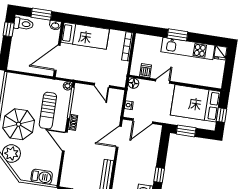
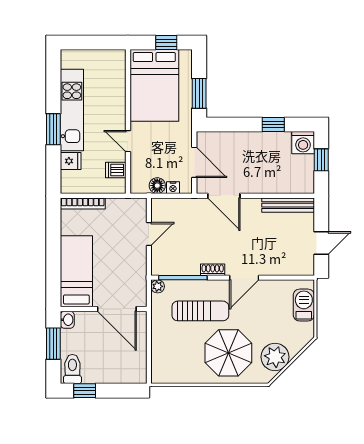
fridge: (220, 53) -> (71, 161), moved
floor lamp: (133, 83) -> (157, 186), moved

